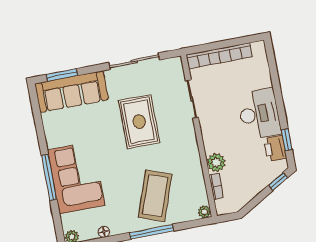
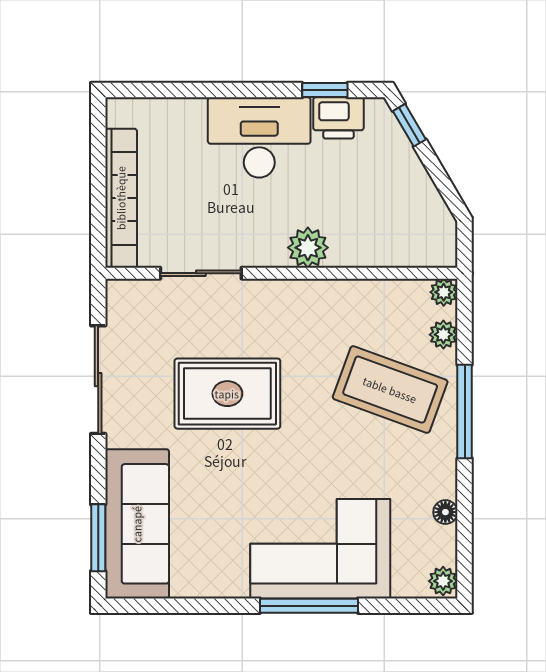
plant: (216, 162) -> (308, 248), moved
bookcase: (216, 186) -> (395, 257), removed
plant: (185, 215) -> (443, 335), added

